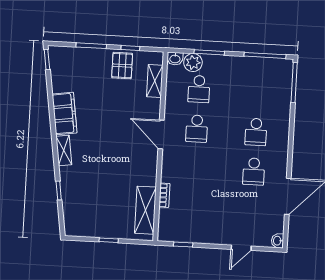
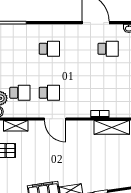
door: (161, 135) -> (55, 119), hinge flipped
school desk: (254, 171) -> (108, 49), moved

